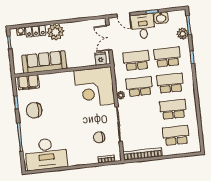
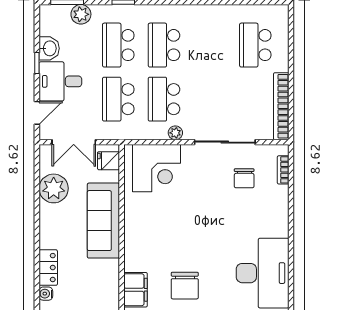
plant: (55, 32) -> (54, 188), moved
sofa: (44, 62) -> (103, 221), moved
corner desk: (94, 87) -> (156, 168), width x0.74, depth x0.74
school desk: (173, 109) -> (210, 45), removed

